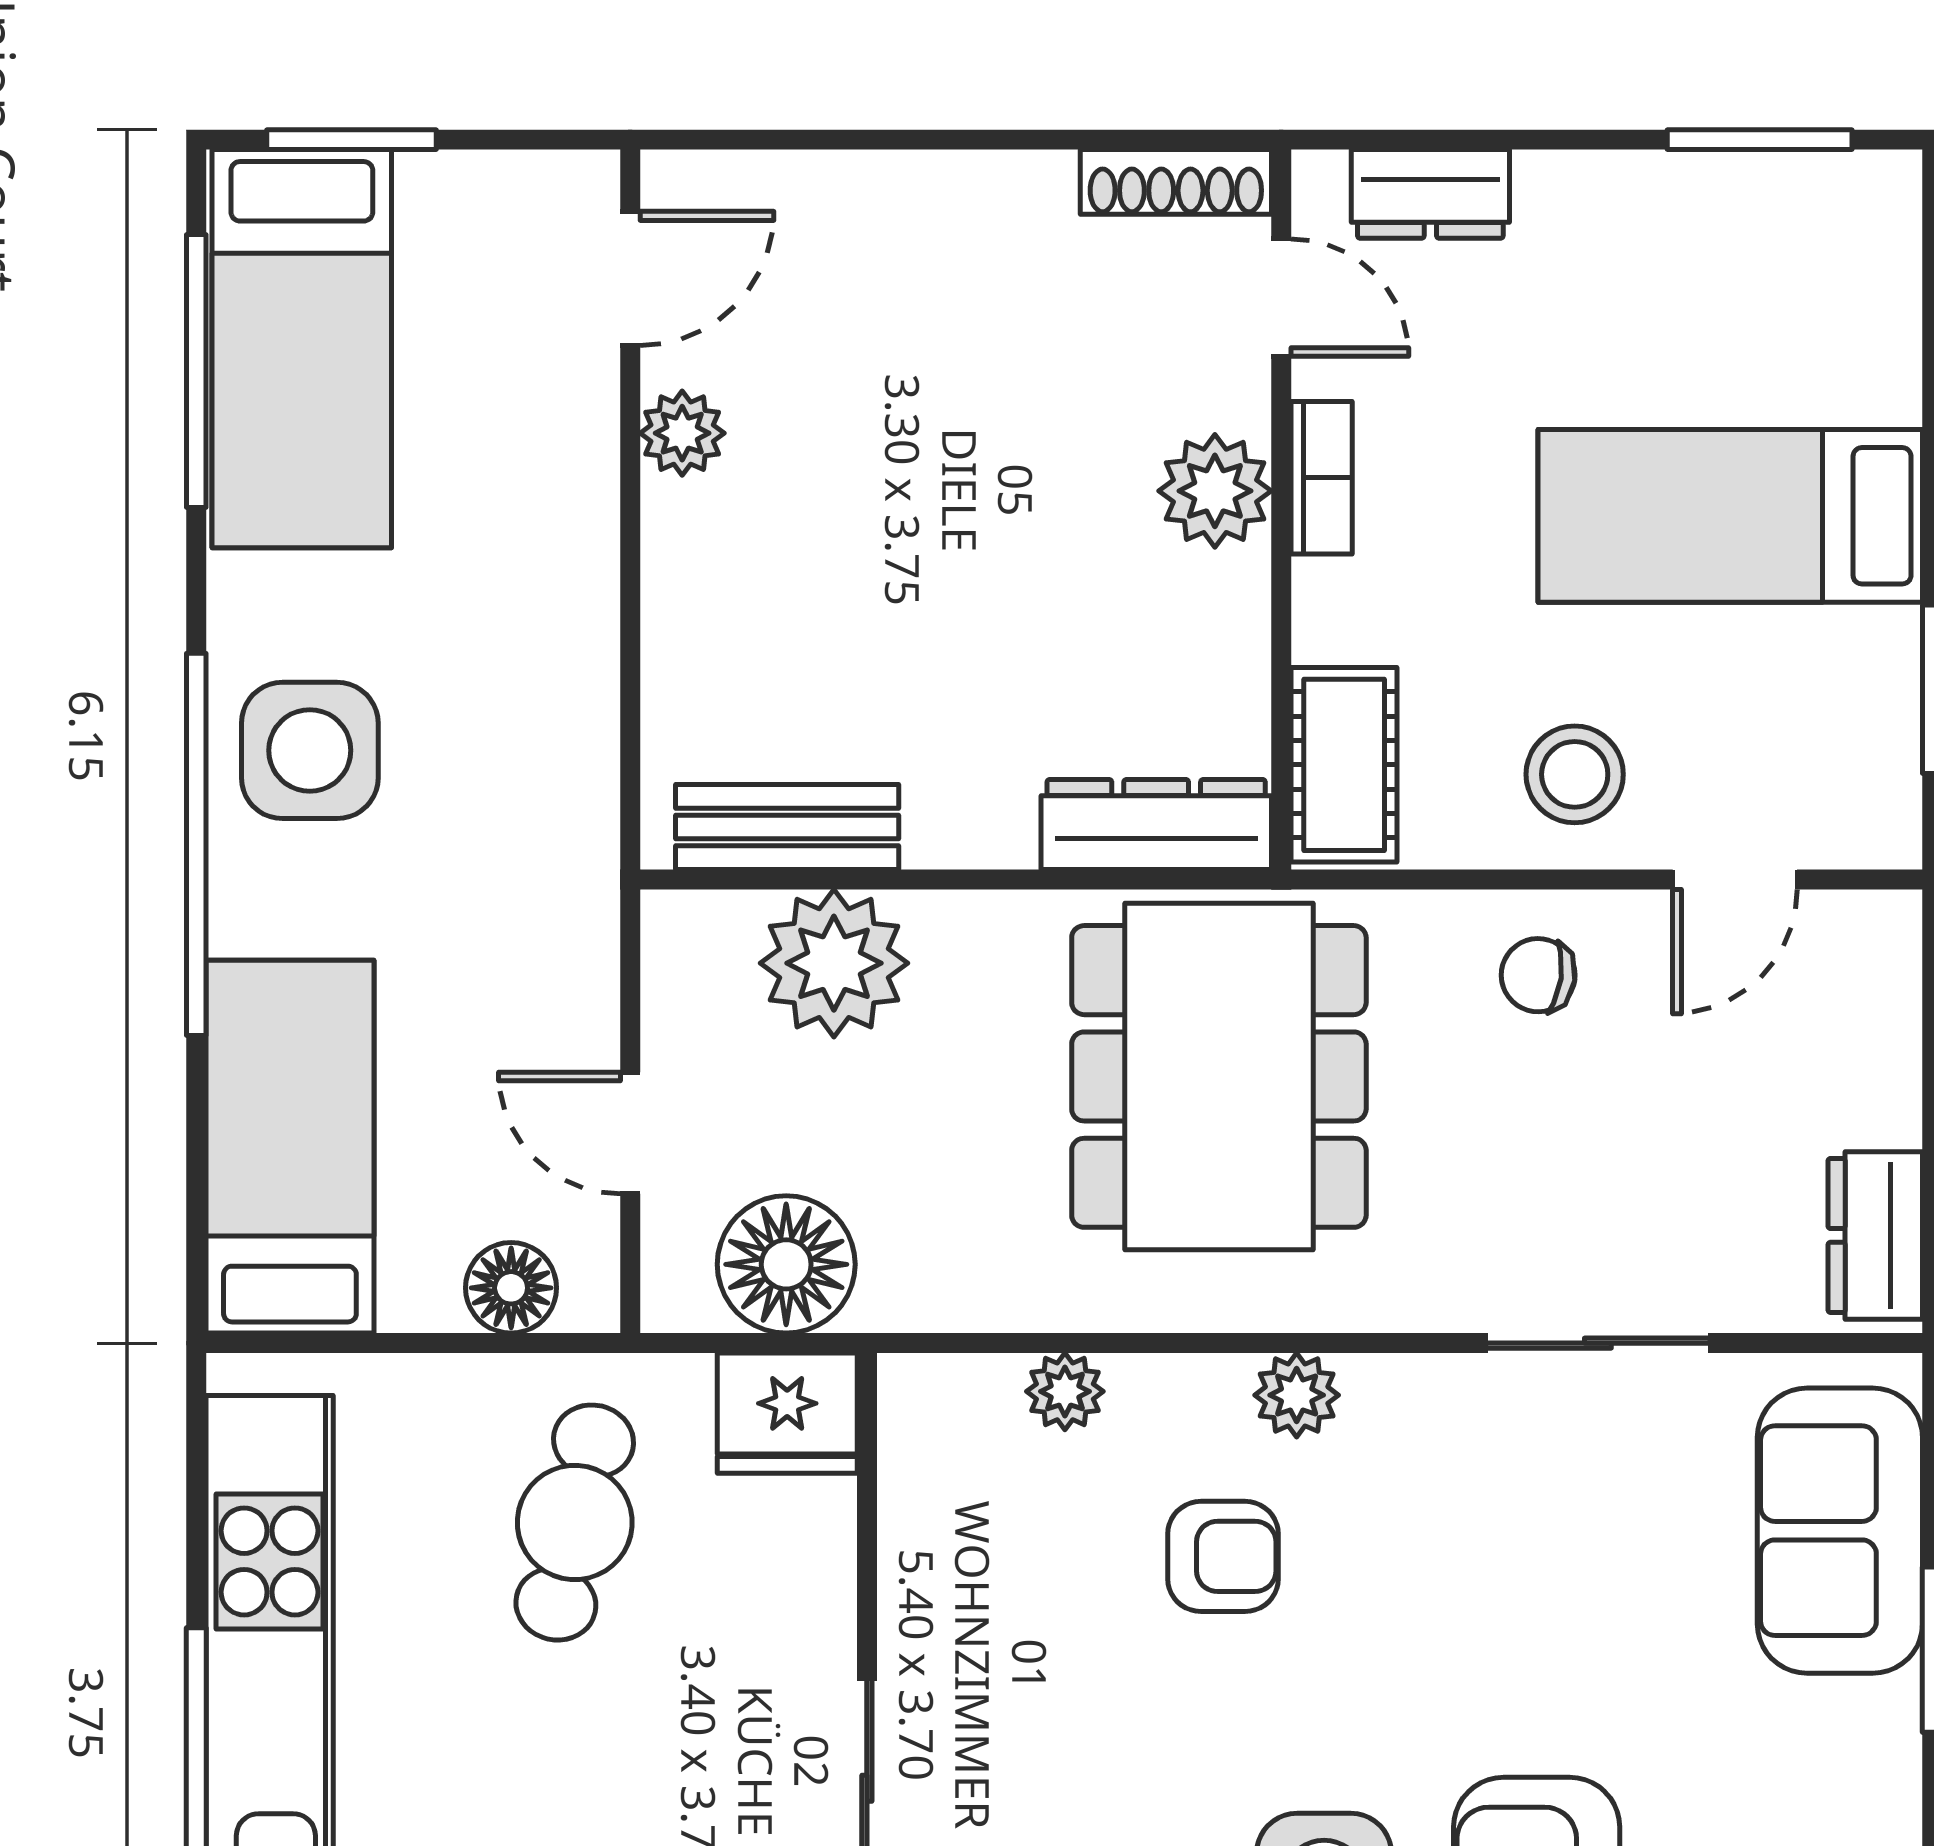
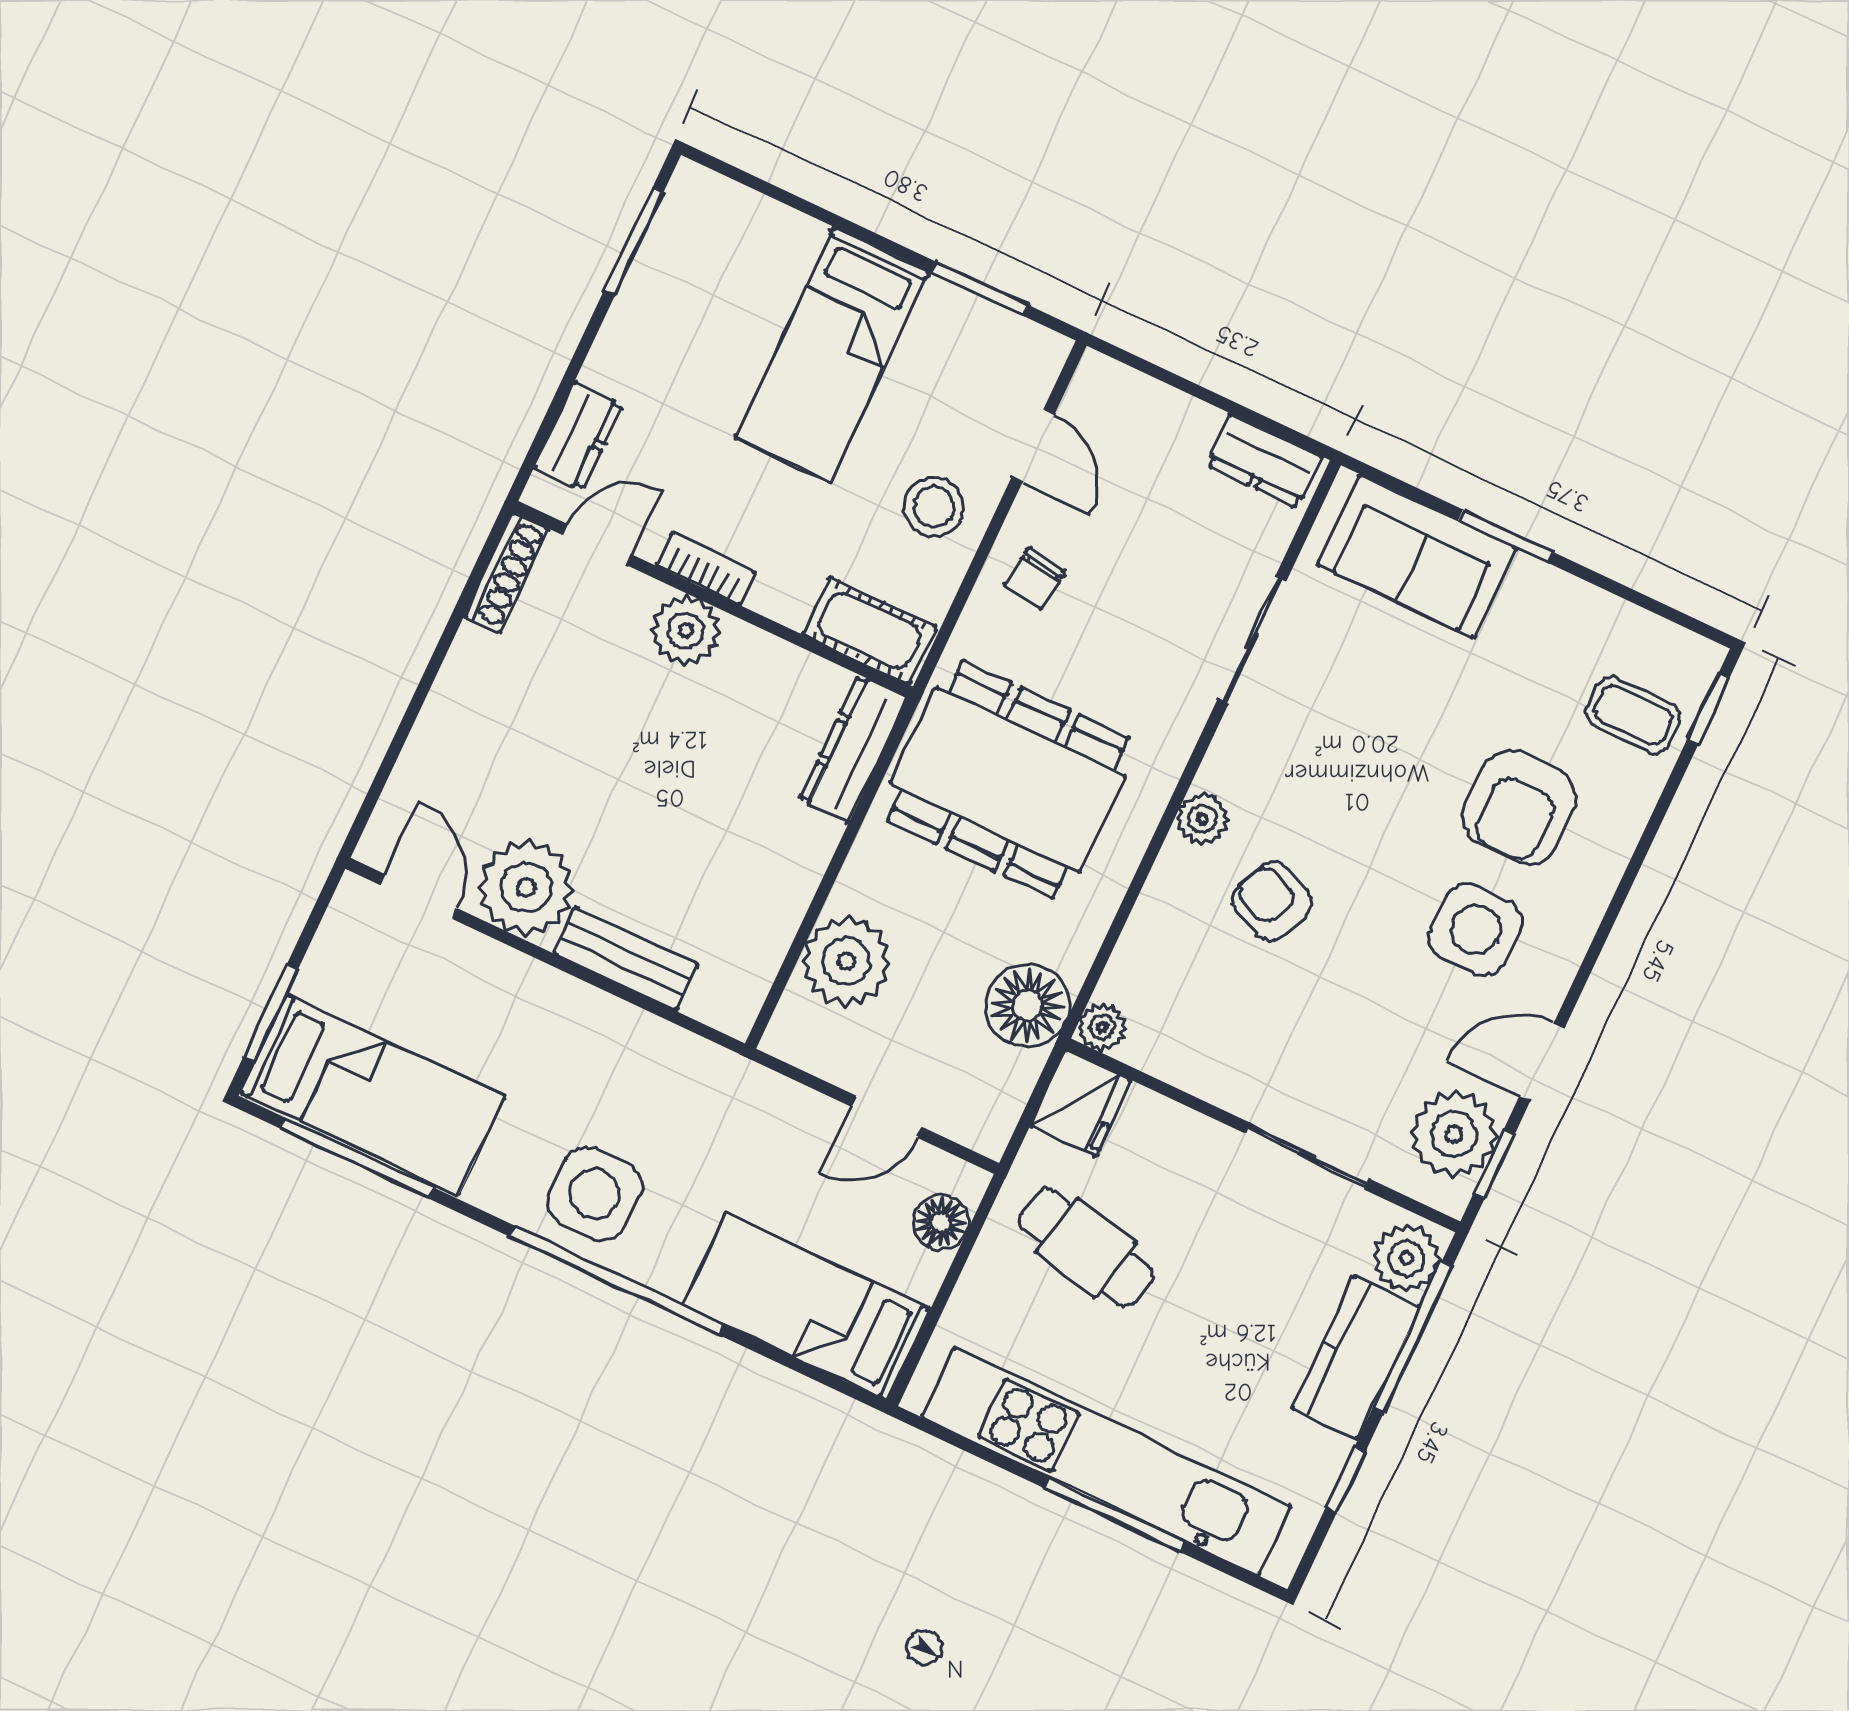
plant: (682, 433) -> (526, 888), width x1.88, depth x1.88
bench: (787, 827) -> (626, 959), moved, turned 90
floor lamp: (786, 1264) -> (1027, 1005), moved
plant: (1065, 1391) -> (1102, 1027), moved
armchair: (1223, 1556) -> (1272, 901), turned -66

